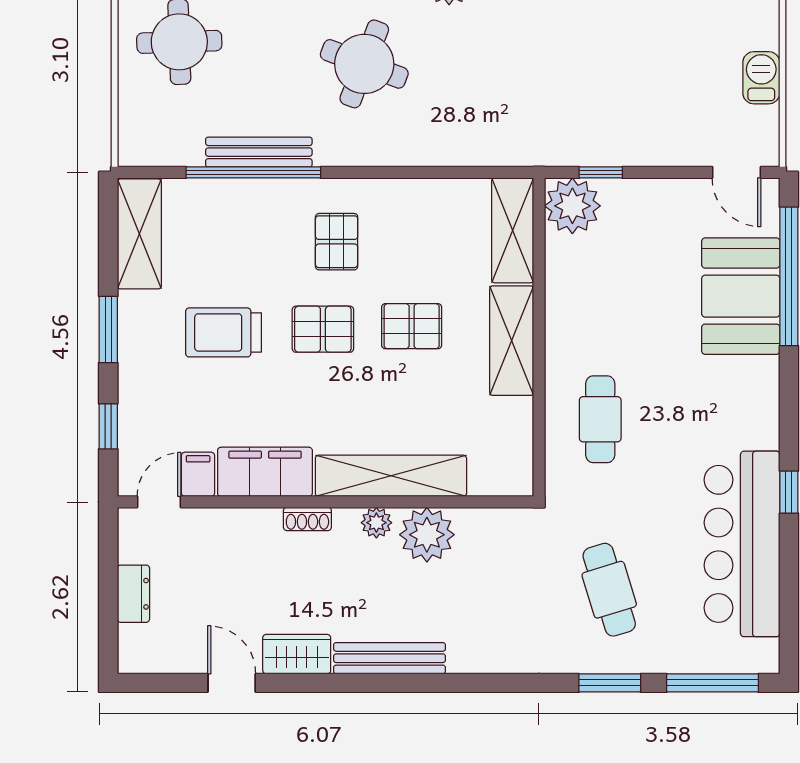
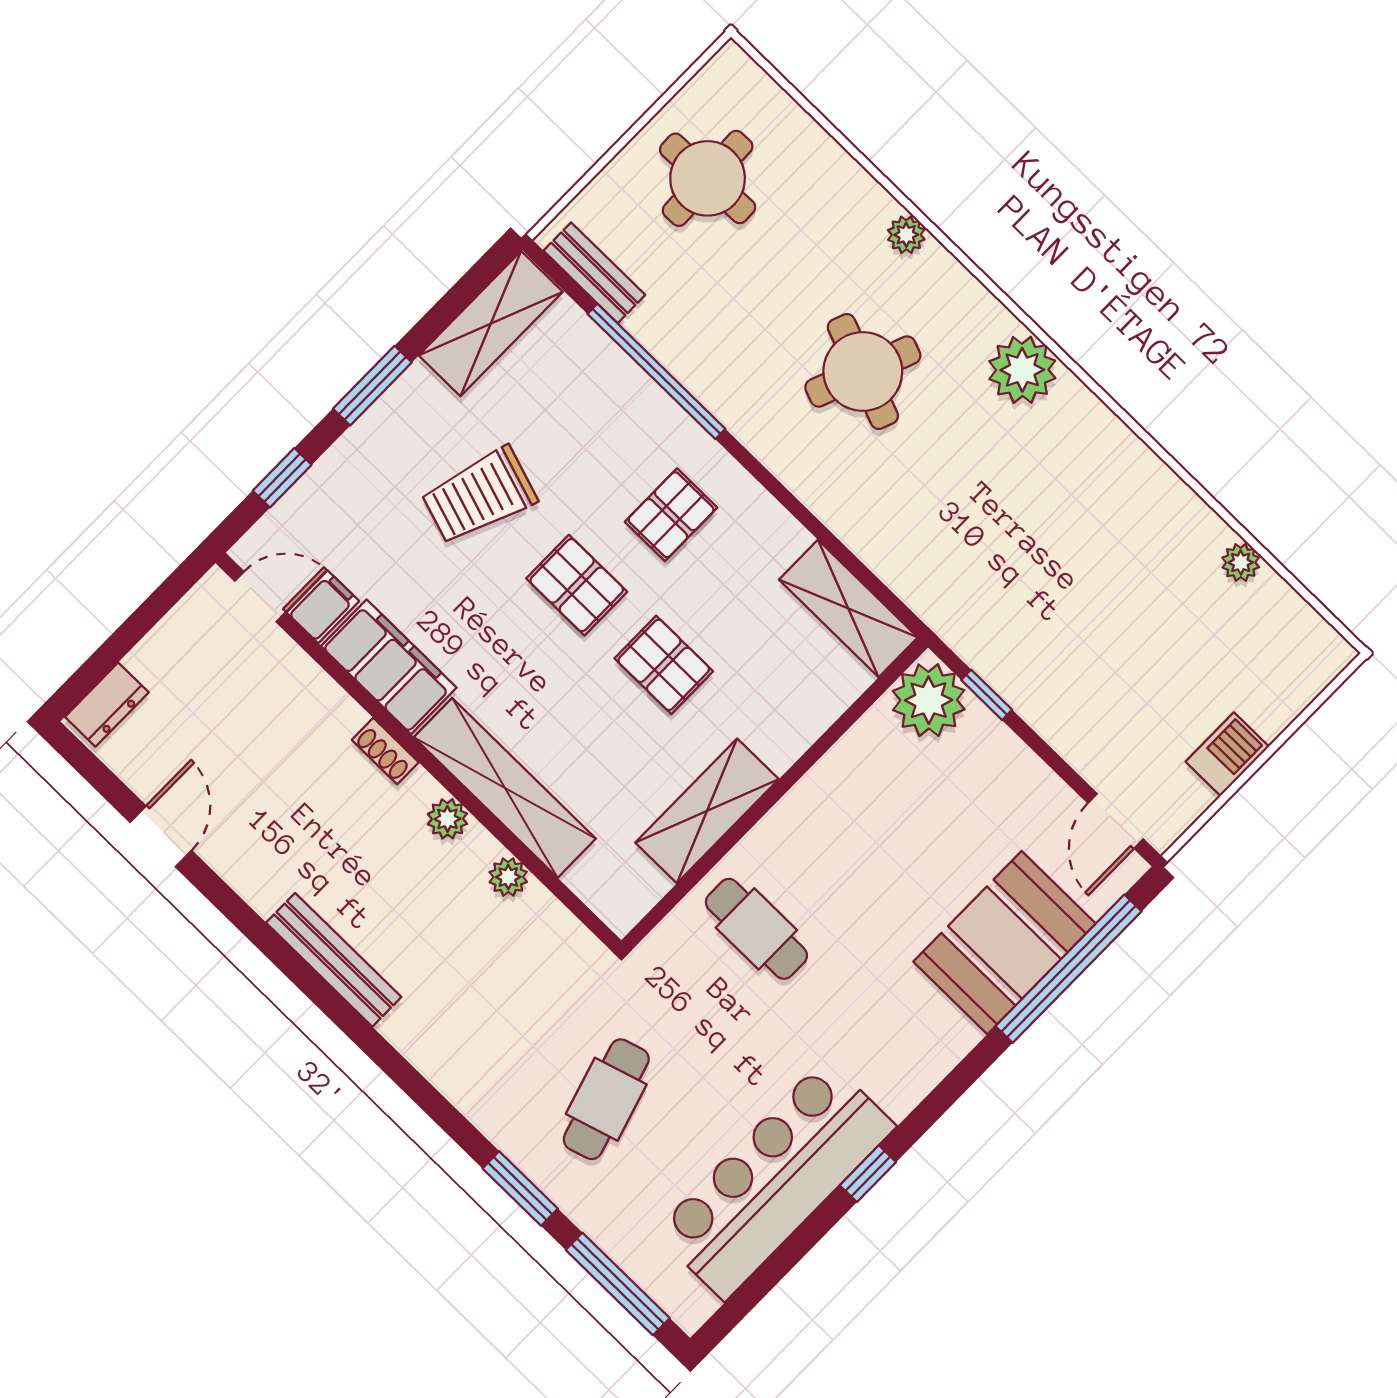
bench: (259, 152) -> (594, 273), moved, width x0.73
shelving: (513, 230) -> (848, 608), moved, turned 90
trolley: (224, 332) -> (479, 496), turned -72
shelving: (512, 341) -> (707, 811), moved
cafe table: (600, 419) -> (756, 929), turned 90
plant: (427, 535) -> (508, 877), width x0.53, depth x0.53
dresser: (133, 594) -> (107, 705), moved
wardrobe: (297, 654) -> (249, 870), removed

